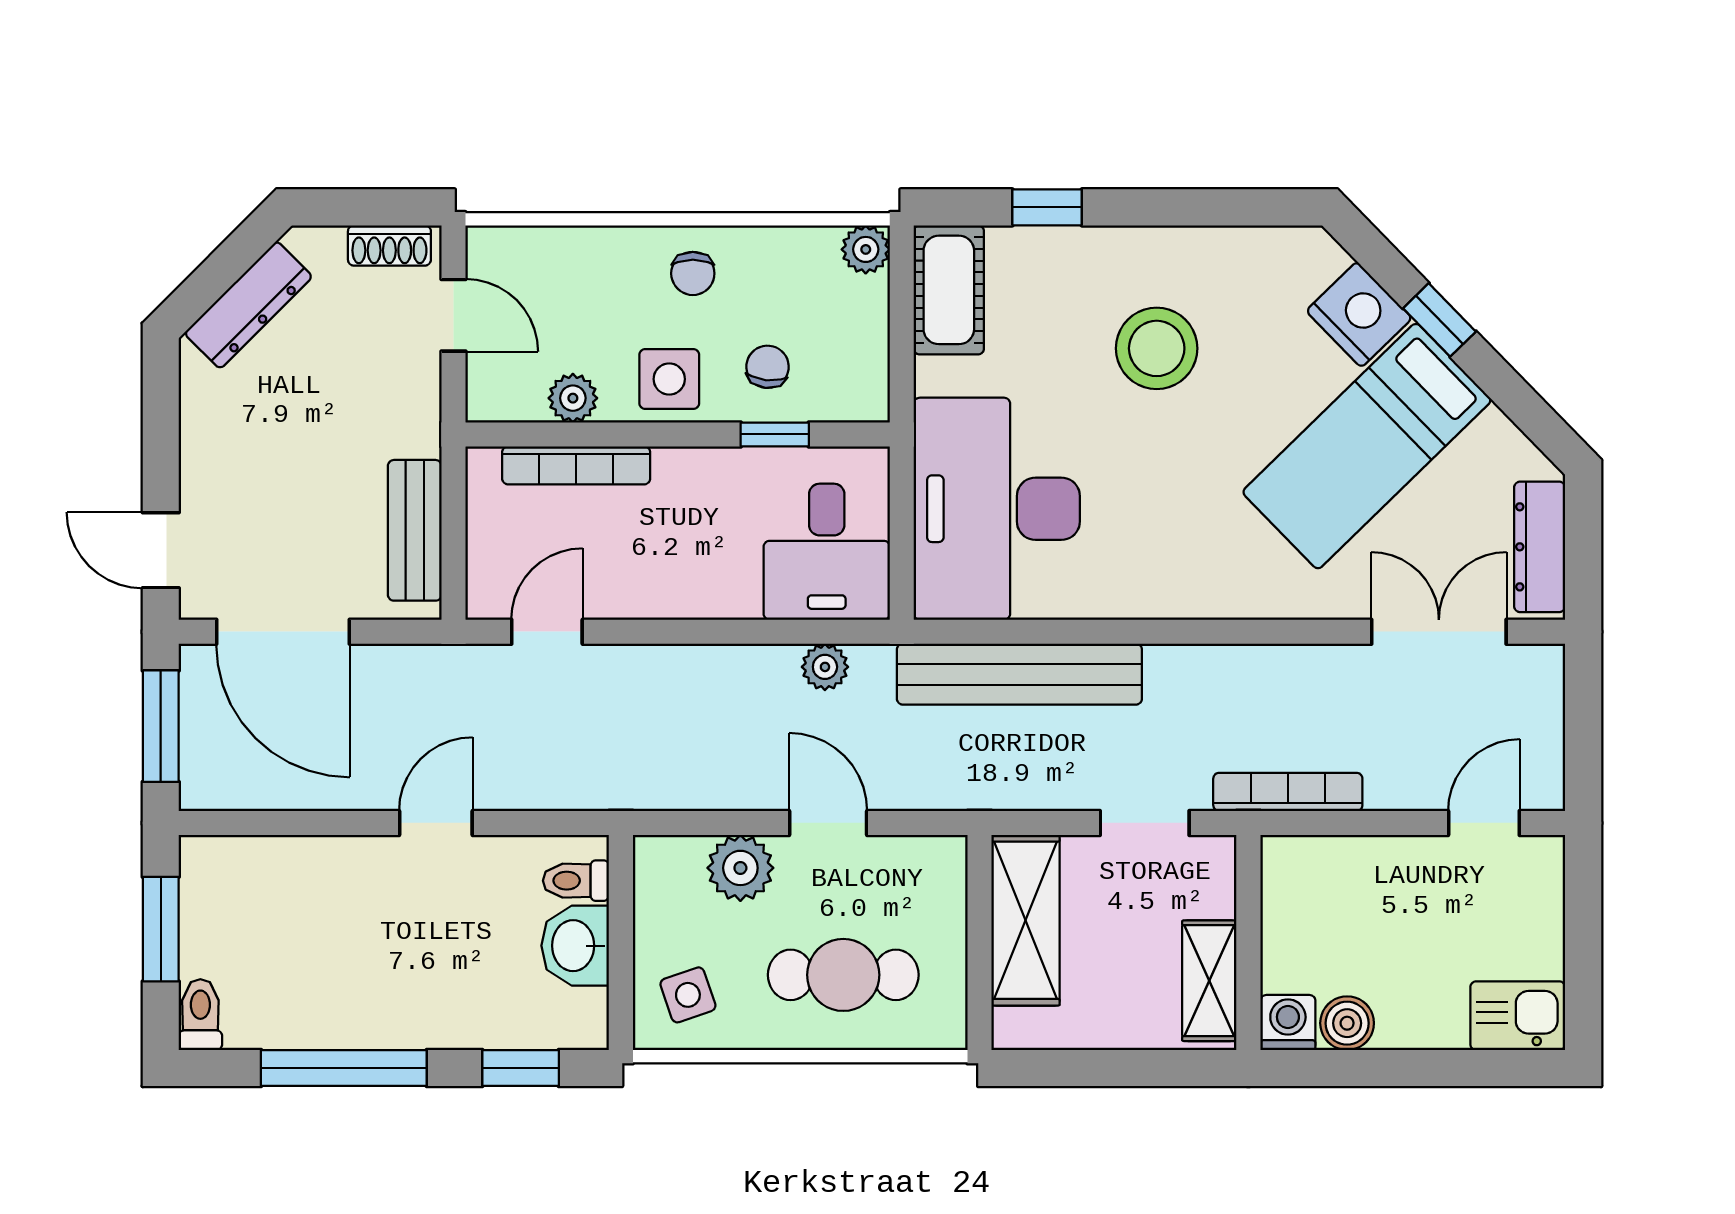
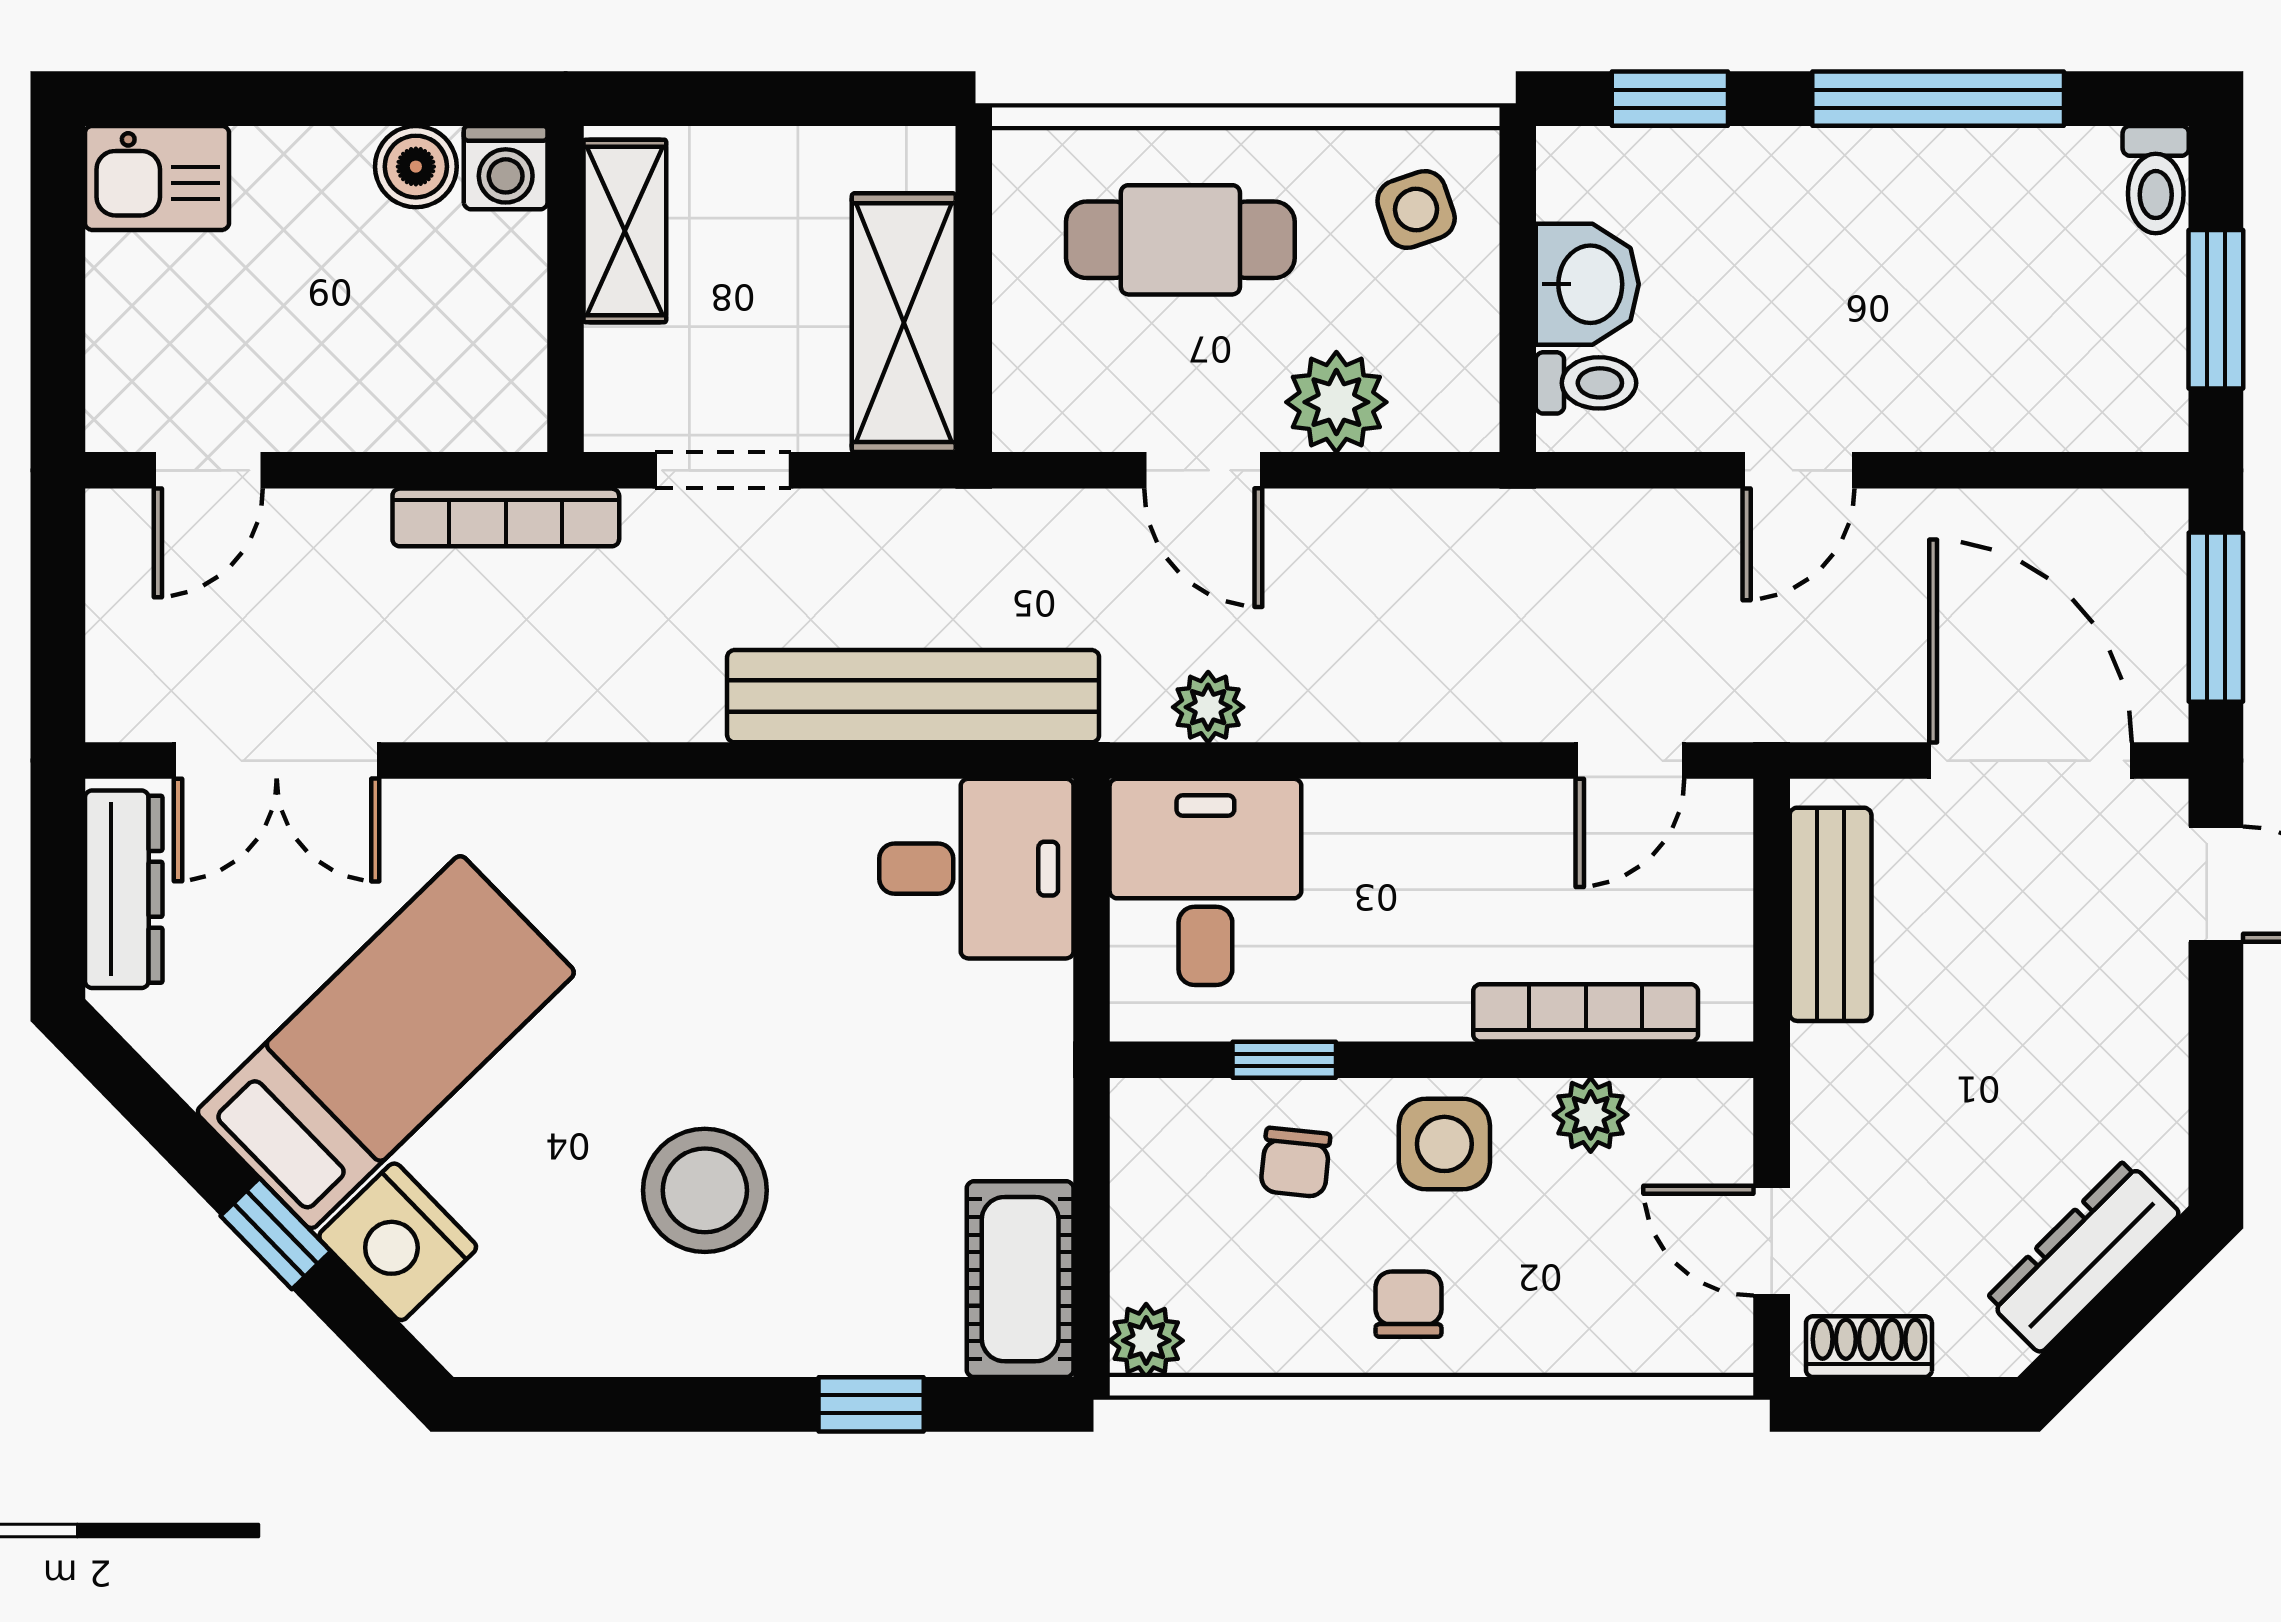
desk: (997, 509) -> (976, 869), width x0.53, depth x0.77

